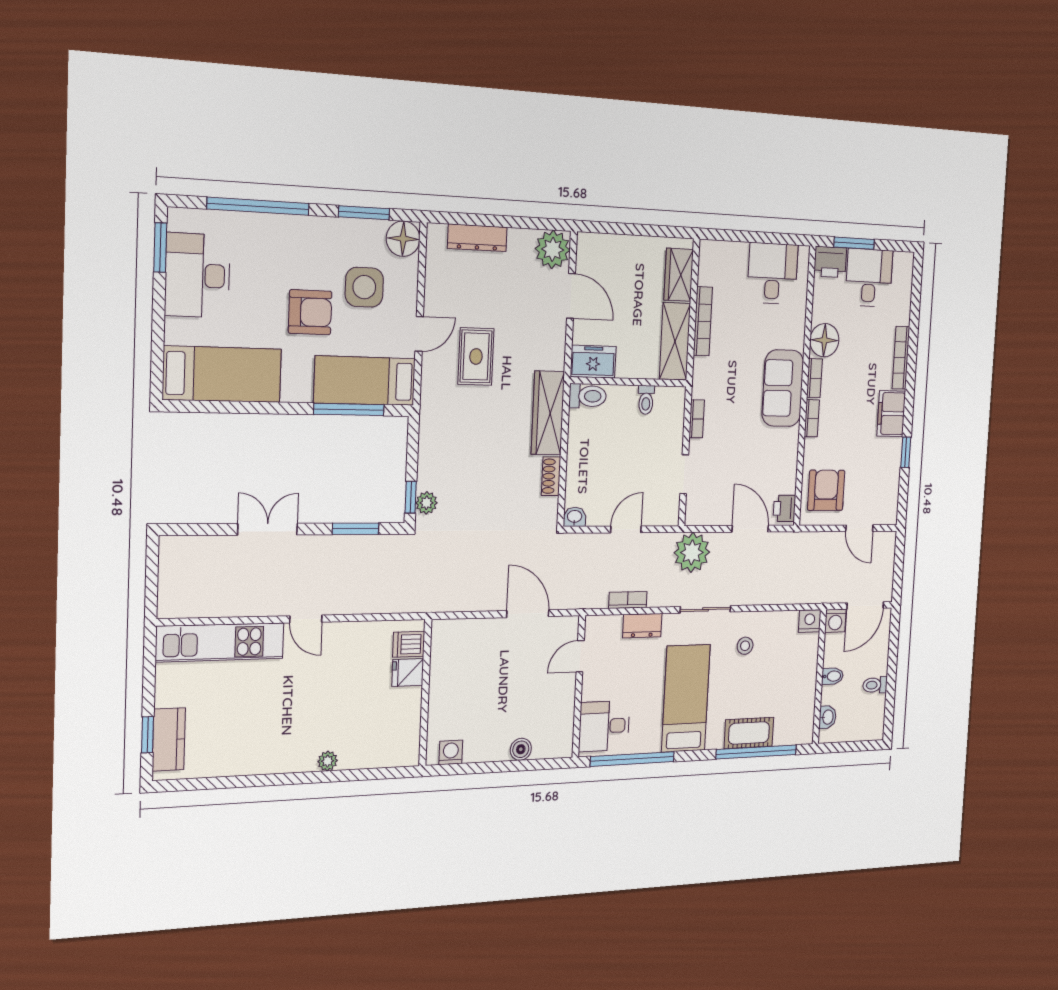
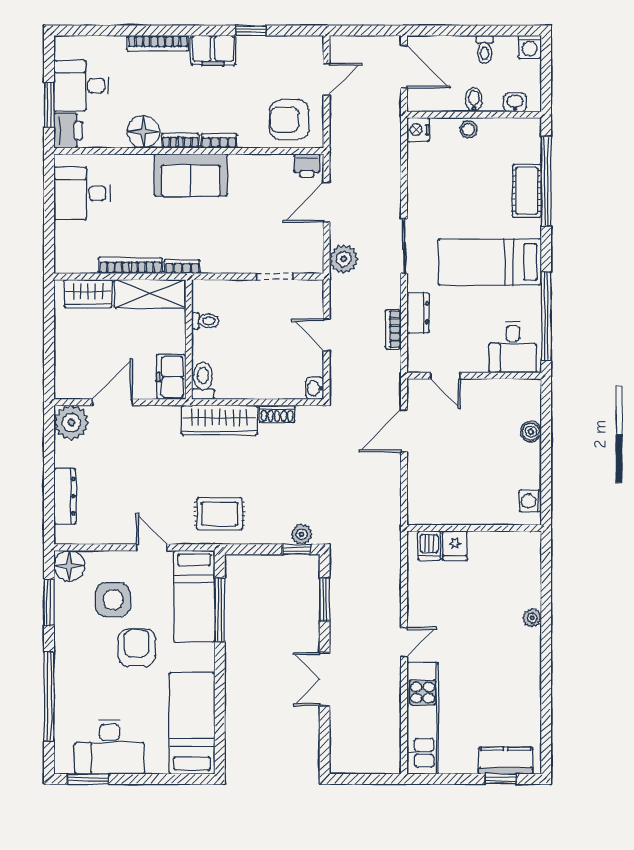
rug: (476, 356) -> (220, 514), moved
bookcase: (697, 419) -> (182, 267), moved
plant: (692, 552) -> (344, 259), width x0.73, depth x0.73
washing machine: (835, 621) -> (530, 47), moved, turned 90
stool: (745, 646) -> (468, 129), moved

